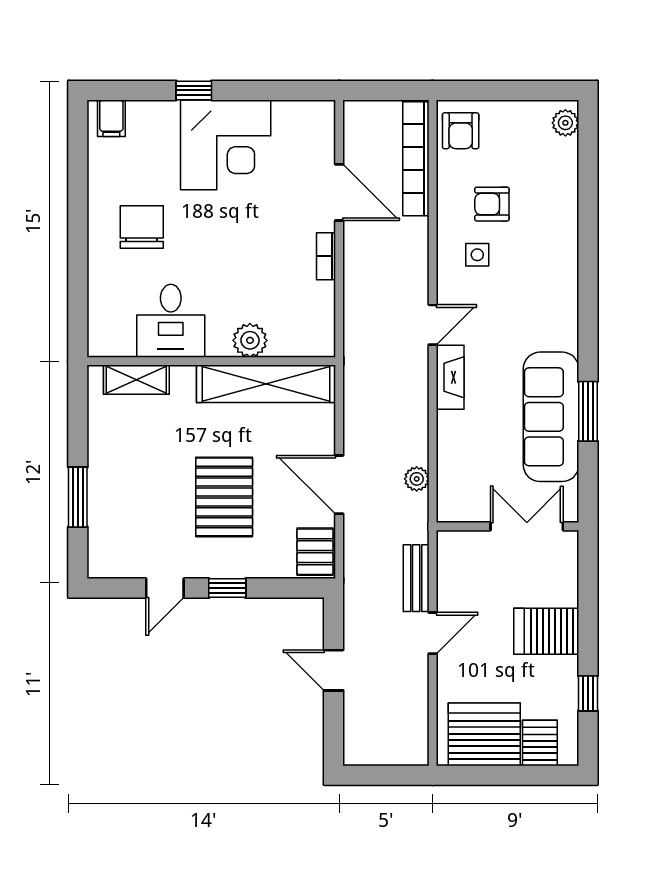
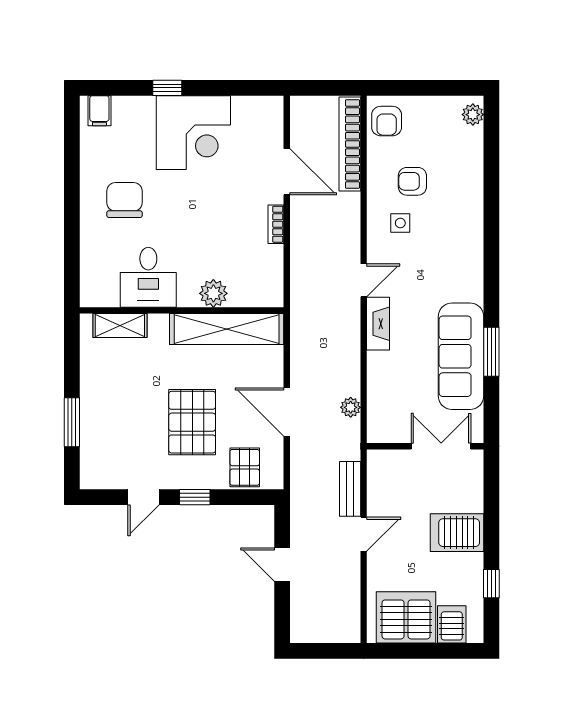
pallet: (315, 552) -> (245, 467), moved

